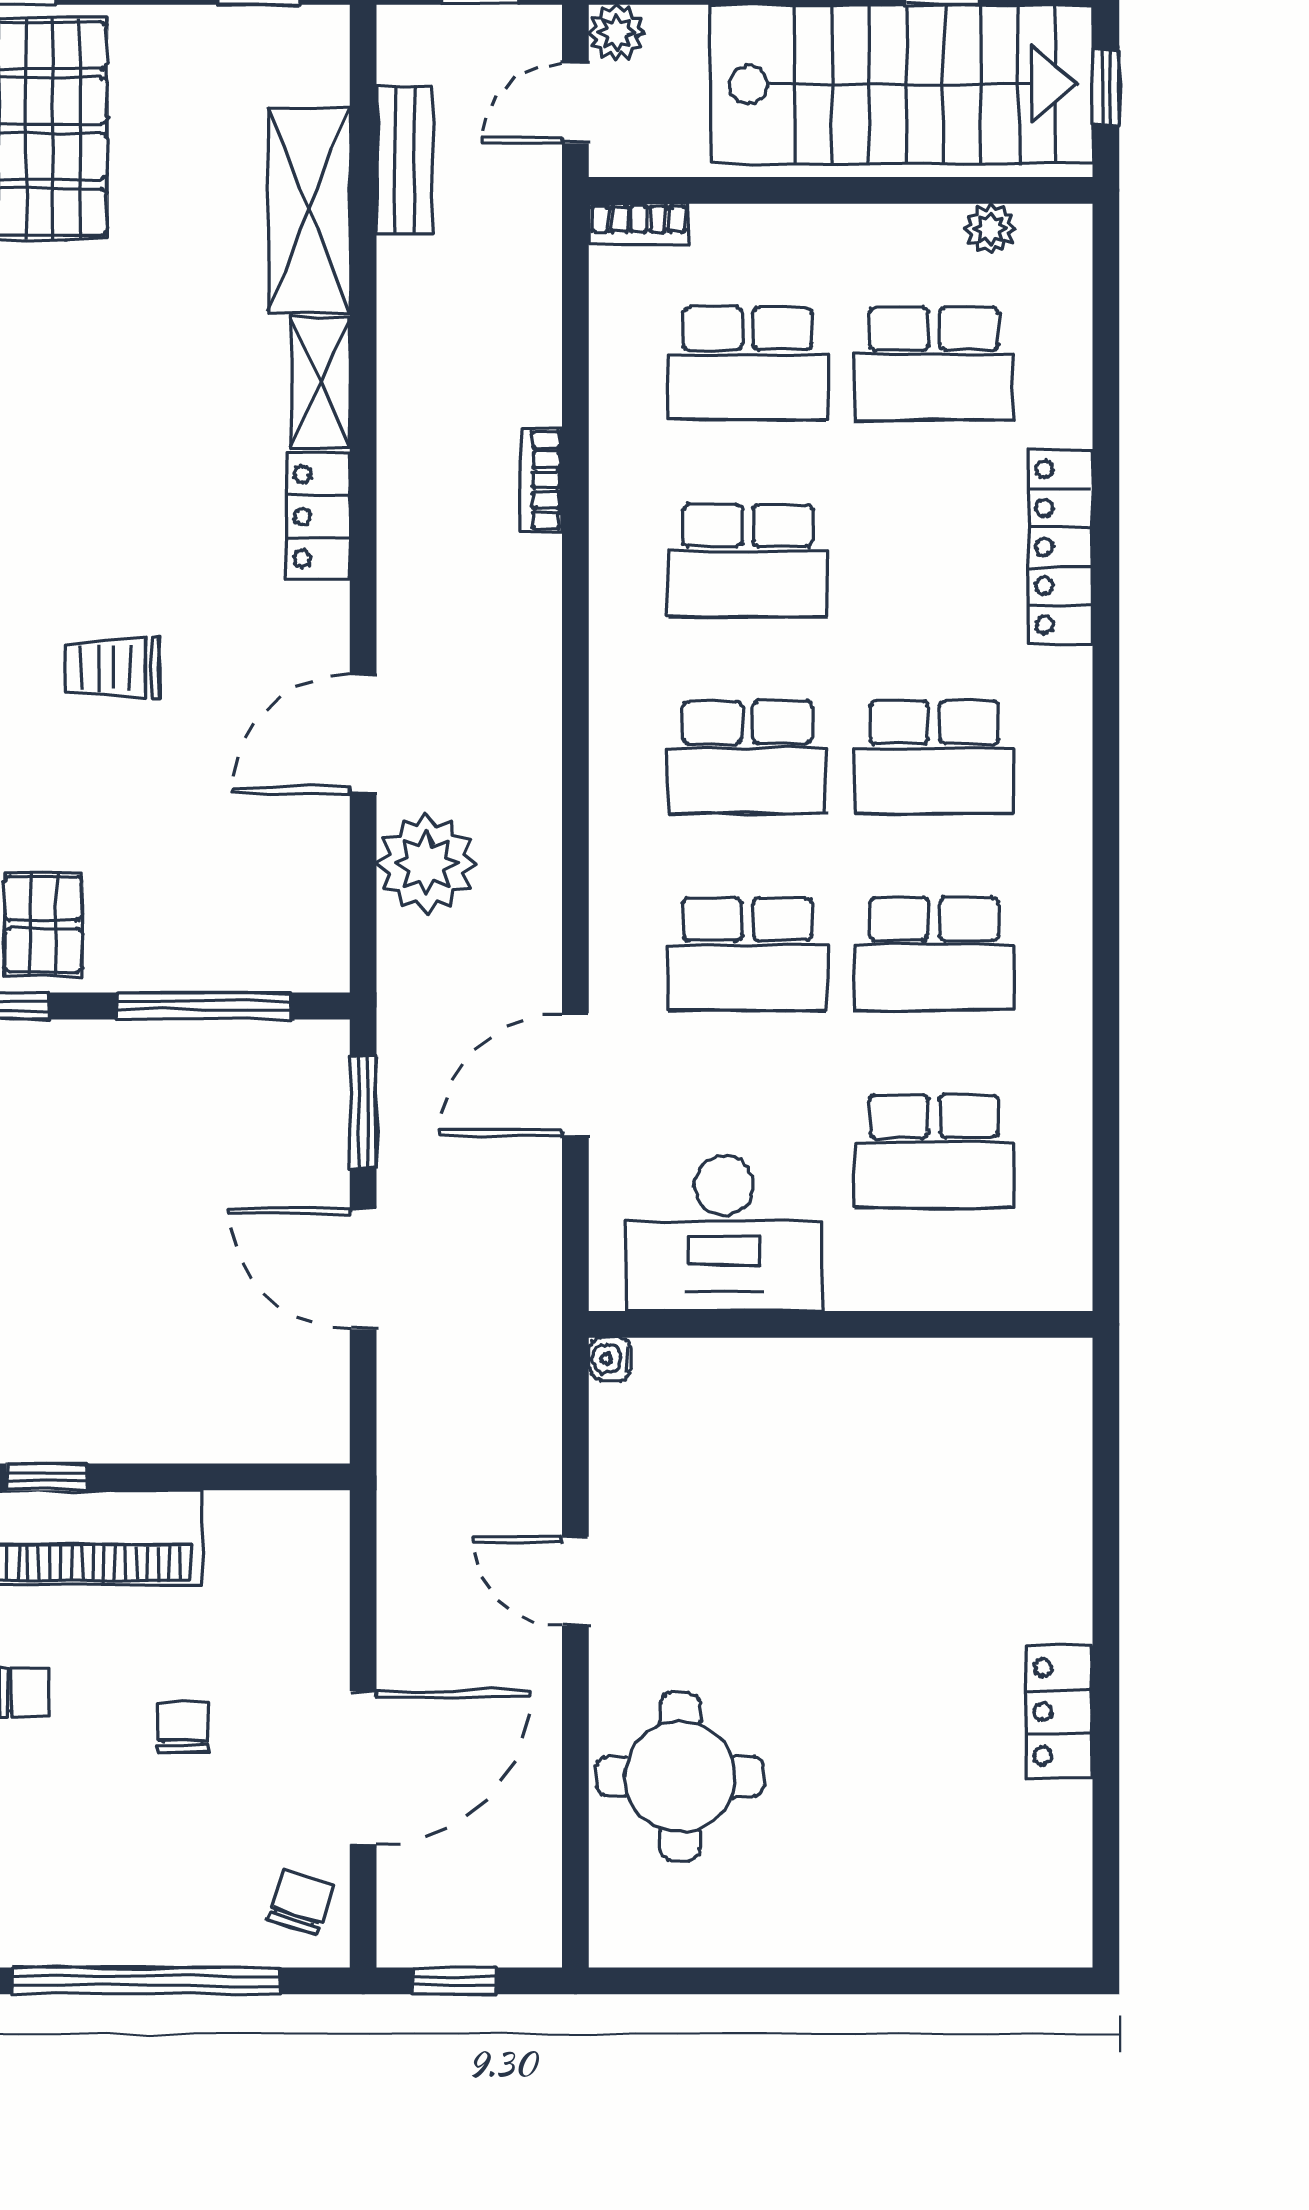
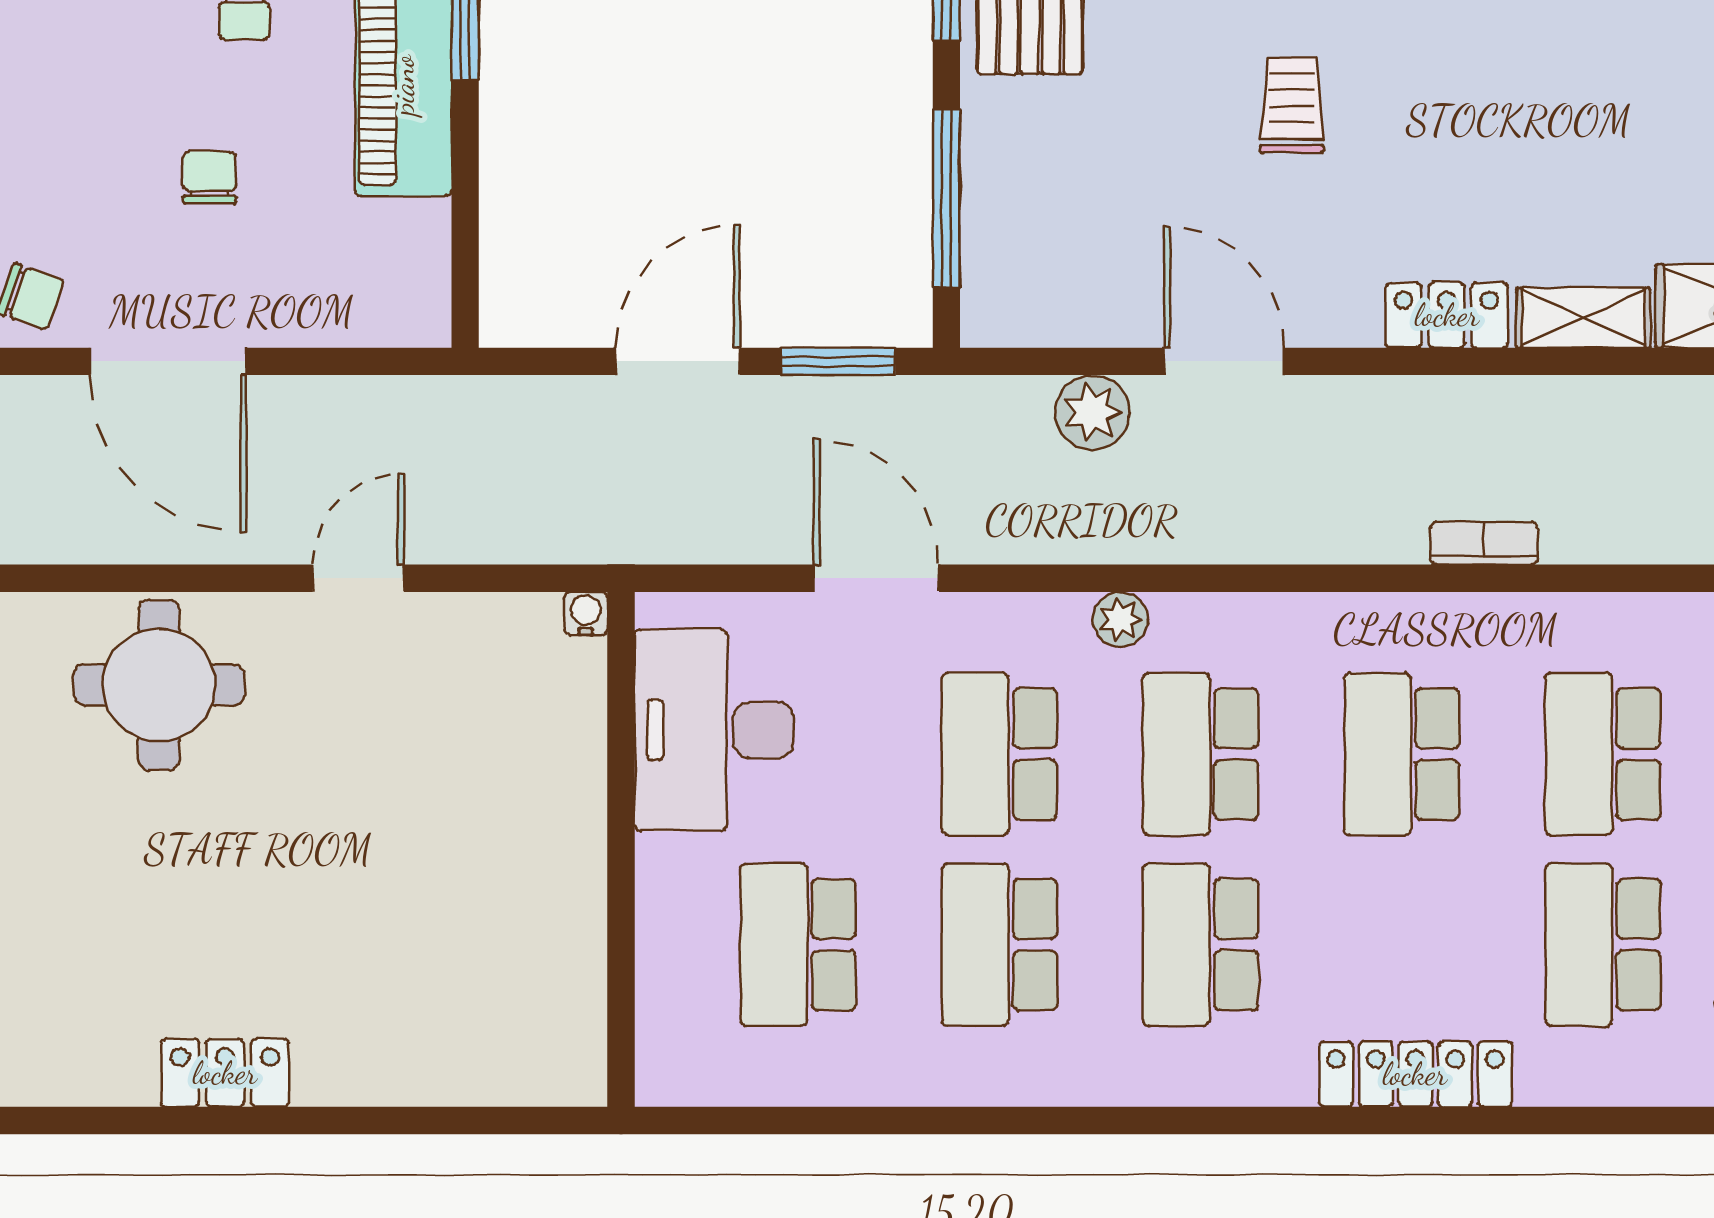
plant: (616, 836) -> (1120, 619), added
plant: (426, 863) -> (1092, 412), width x0.73, depth x0.73
chair: (183, 1727) -> (210, 178), turned -90

